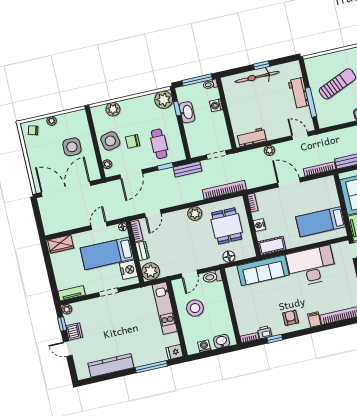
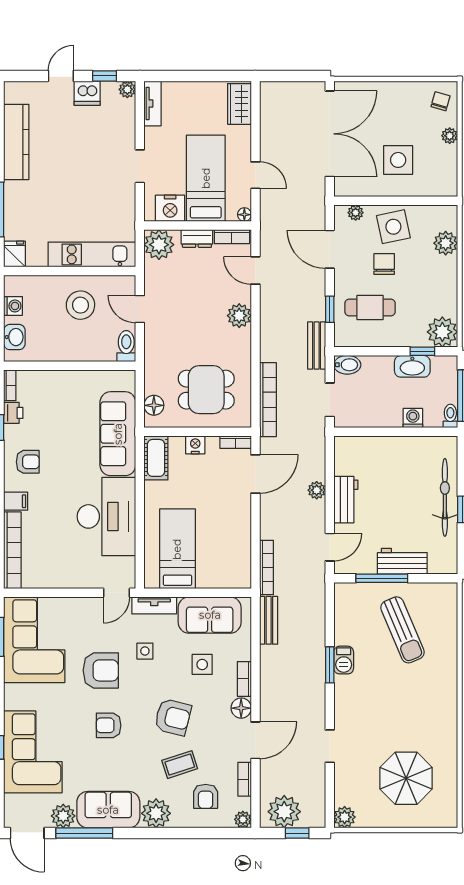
workbench: (252, 137) -> (346, 500), moved
bidet: (194, 149) -> (347, 365), added
door: (289, 183) -> (255, 474), moved
plant: (195, 214) -> (239, 316), moved
floor lamp: (229, 257) -> (154, 405), moved

